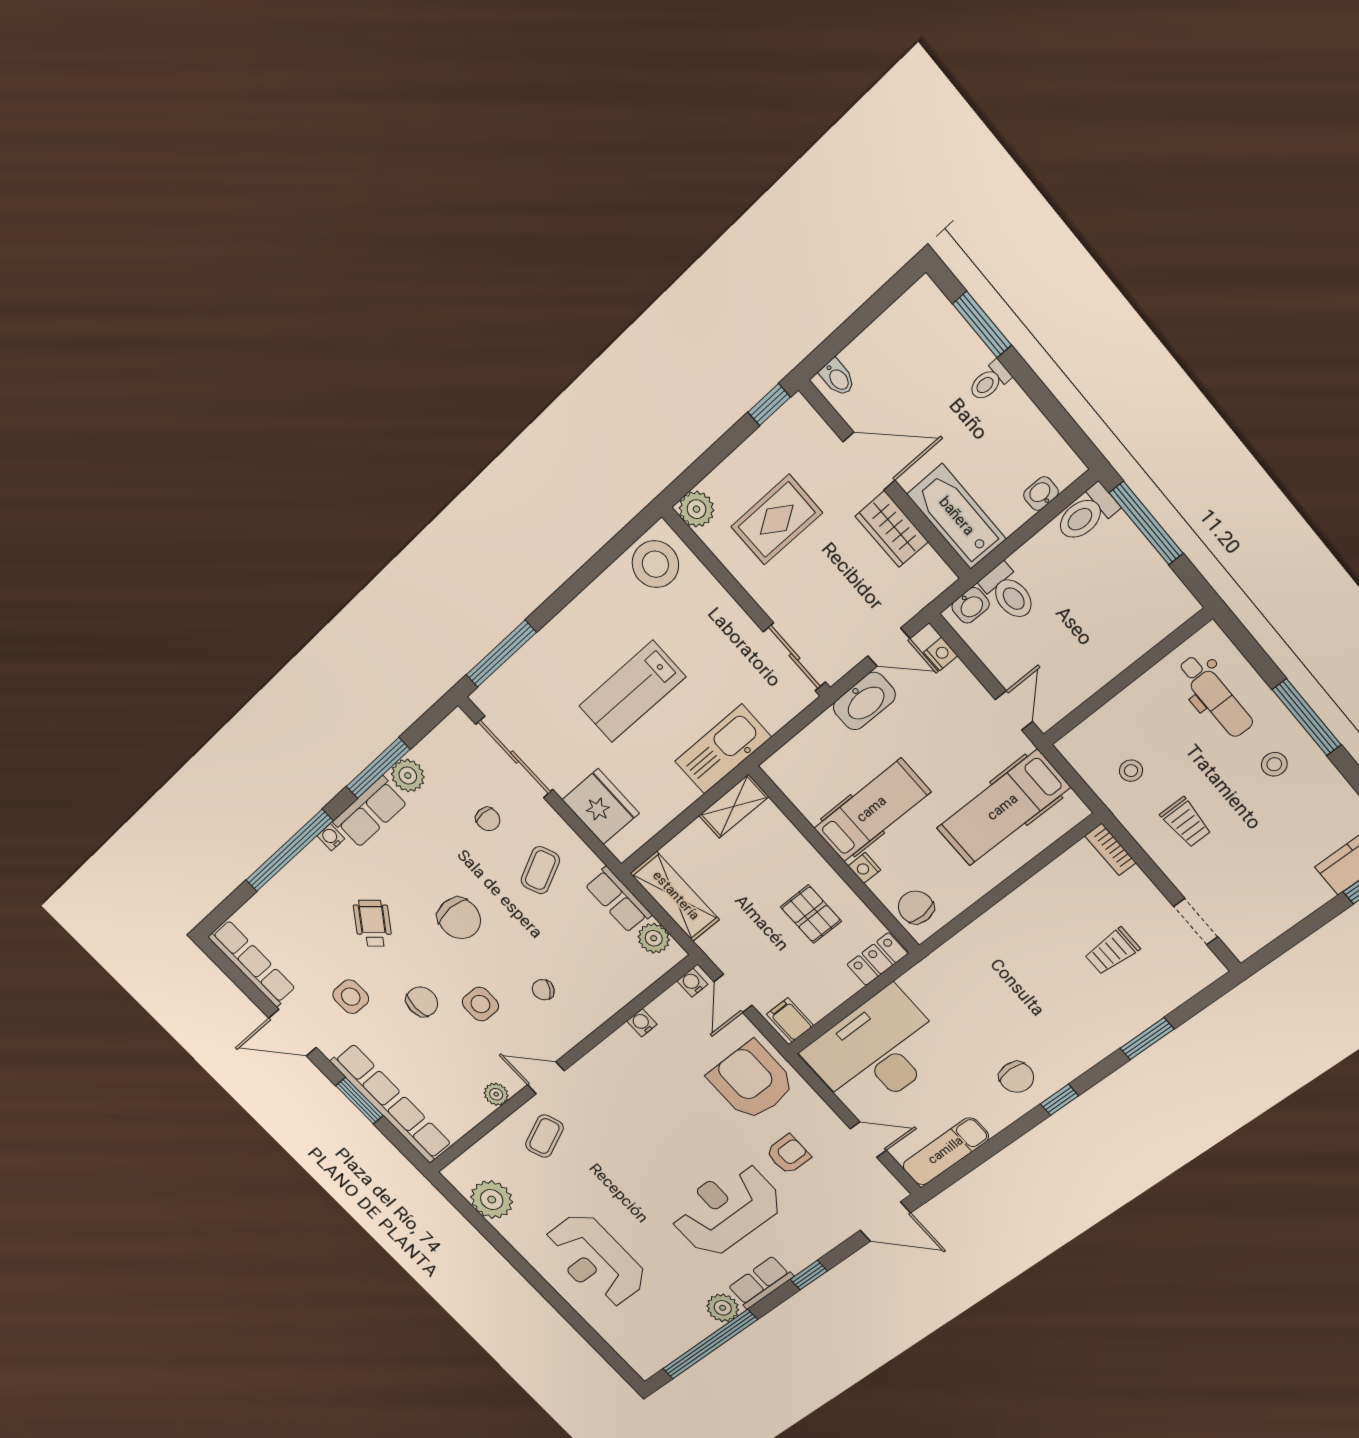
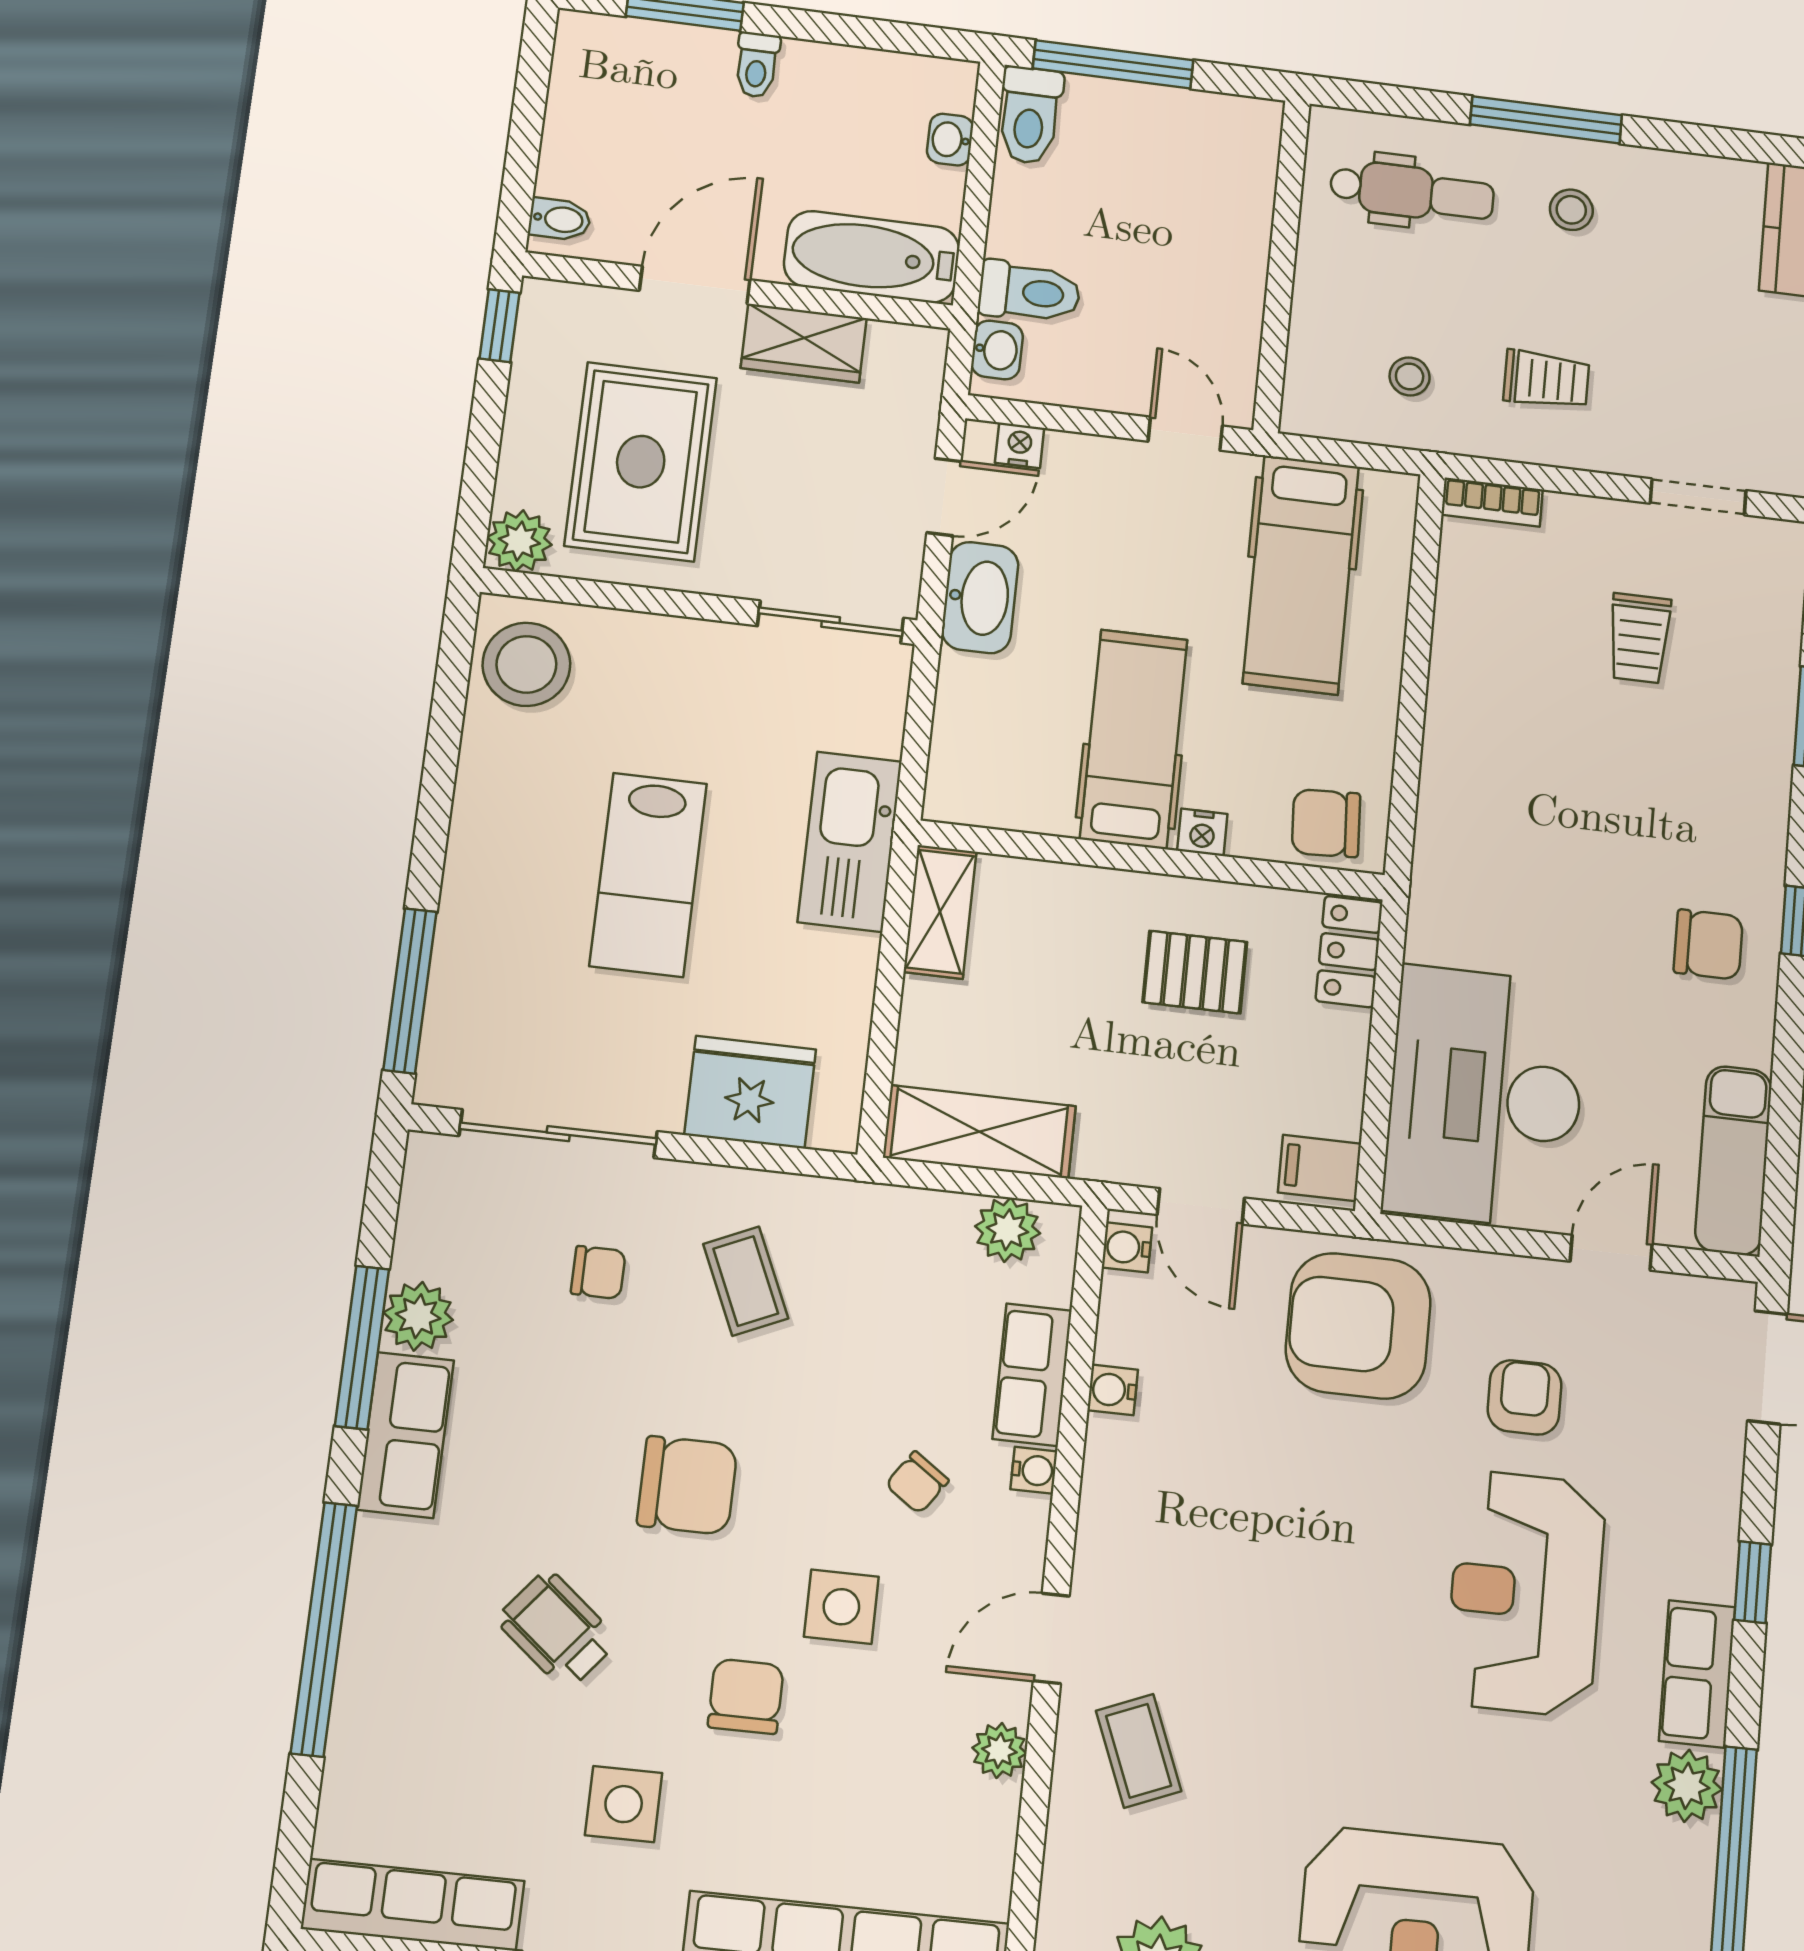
rug: (777, 520) -> (641, 462), width x1.36, depth x1.43
water cooler: (331, 837) -> (1034, 1470), moved, turned 180
row of seats: (618, 900) -> (1032, 1375), moved, turned 90

